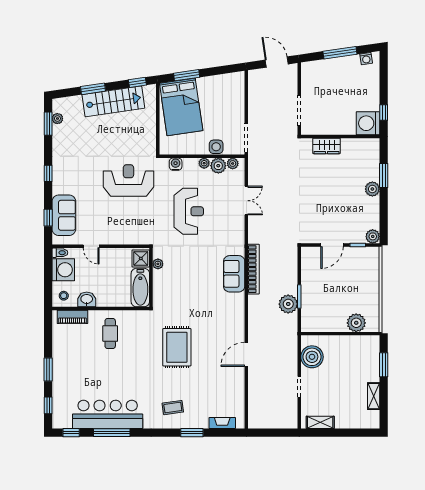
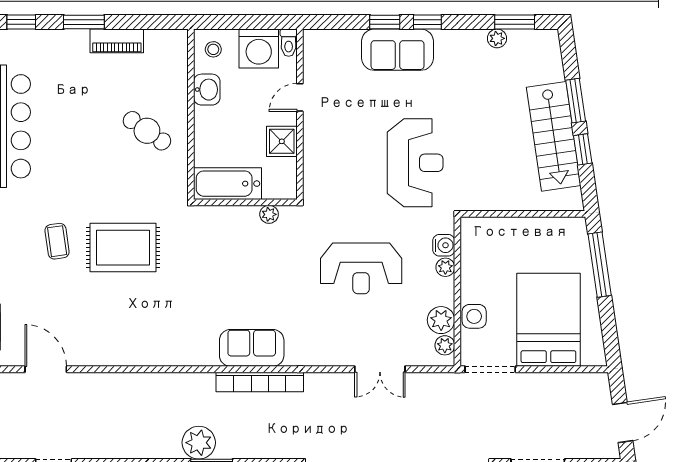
window: (187, 75) -> (600, 265), width x1.44
window: (137, 82) -> (583, 149), moved
bed: (181, 107) -> (548, 320), moved, turned 98
plant: (57, 119) -> (497, 38), moved
plant: (204, 163) -> (445, 267), moved
sofa: (64, 215) -> (398, 50), moved
window: (48, 218) -> (385, 22), moved
shower: (141, 258) -> (282, 141), moved
piano: (72, 317) -> (117, 41), moved, turned -90
cafe table: (110, 334) -> (147, 131), turned 35
door: (246, 354) -> (46, 369), moved
coffee table: (173, 408) -> (57, 241), moved

